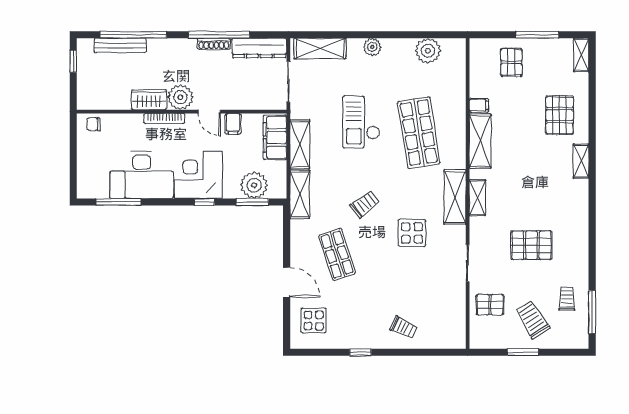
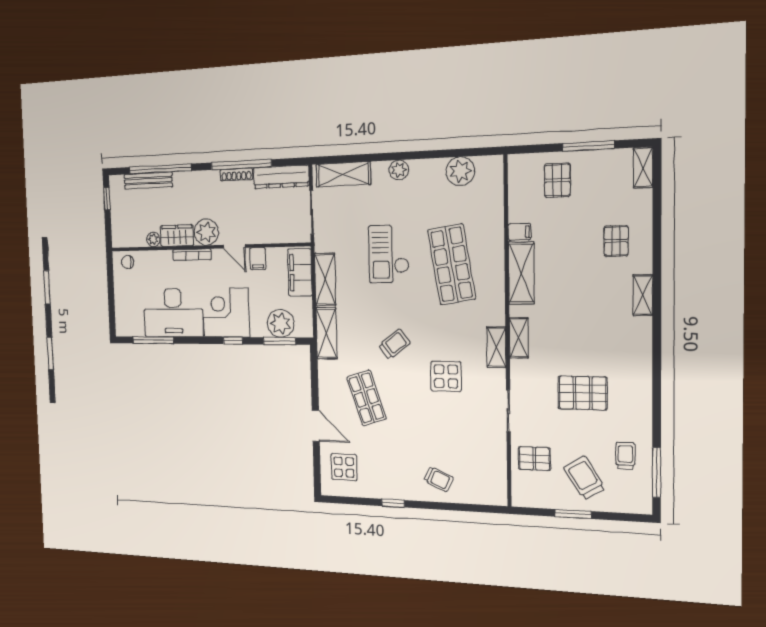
plant: (123, 103) -> (153, 239), added
pallet: (560, 115) -> (616, 241), width x0.67, depth x0.71
shelving: (455, 197) -> (496, 347), width x0.67, depth x0.75

